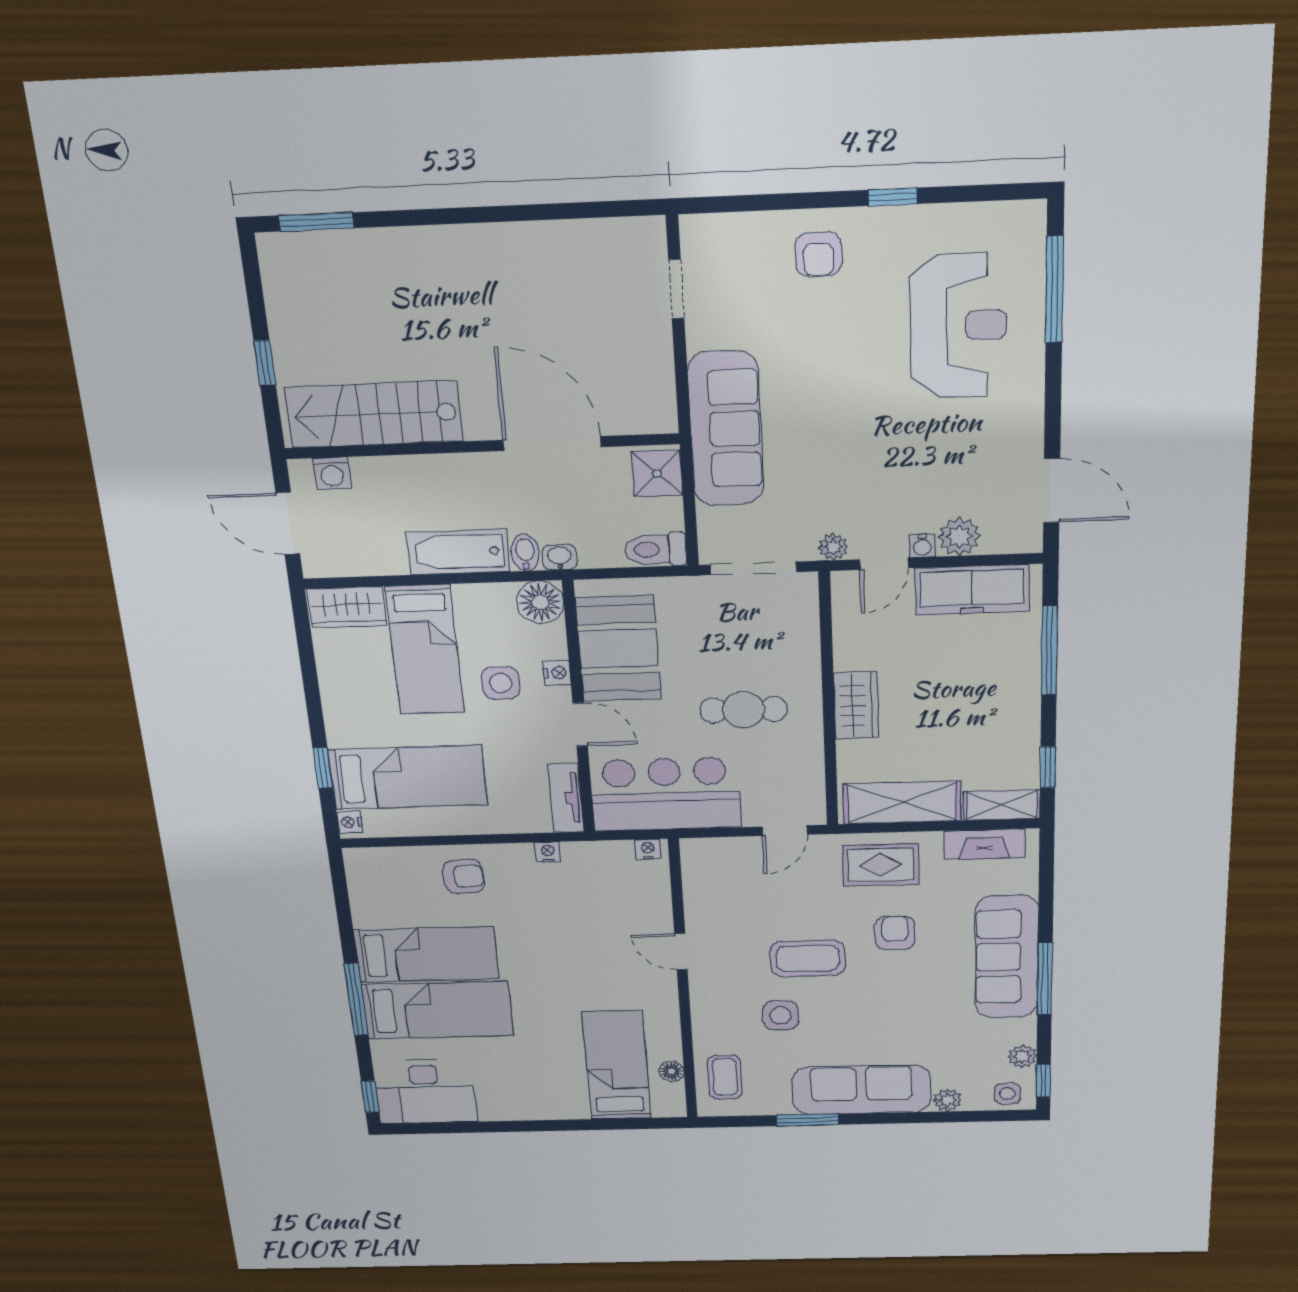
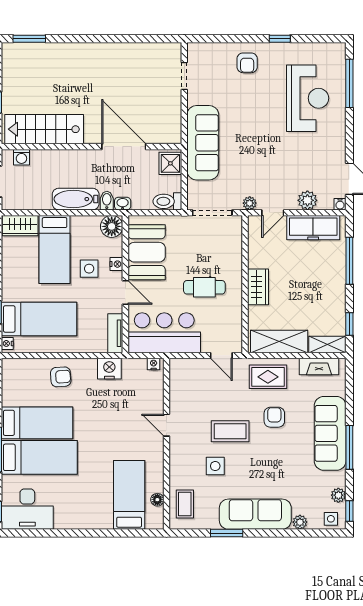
water cooler: (922, 546) -> (340, 204), moved
door: (785, 831) -> (221, 355), hinge flipped
nightstand: (548, 852) -> (109, 369), width x1.89, depth x1.79

